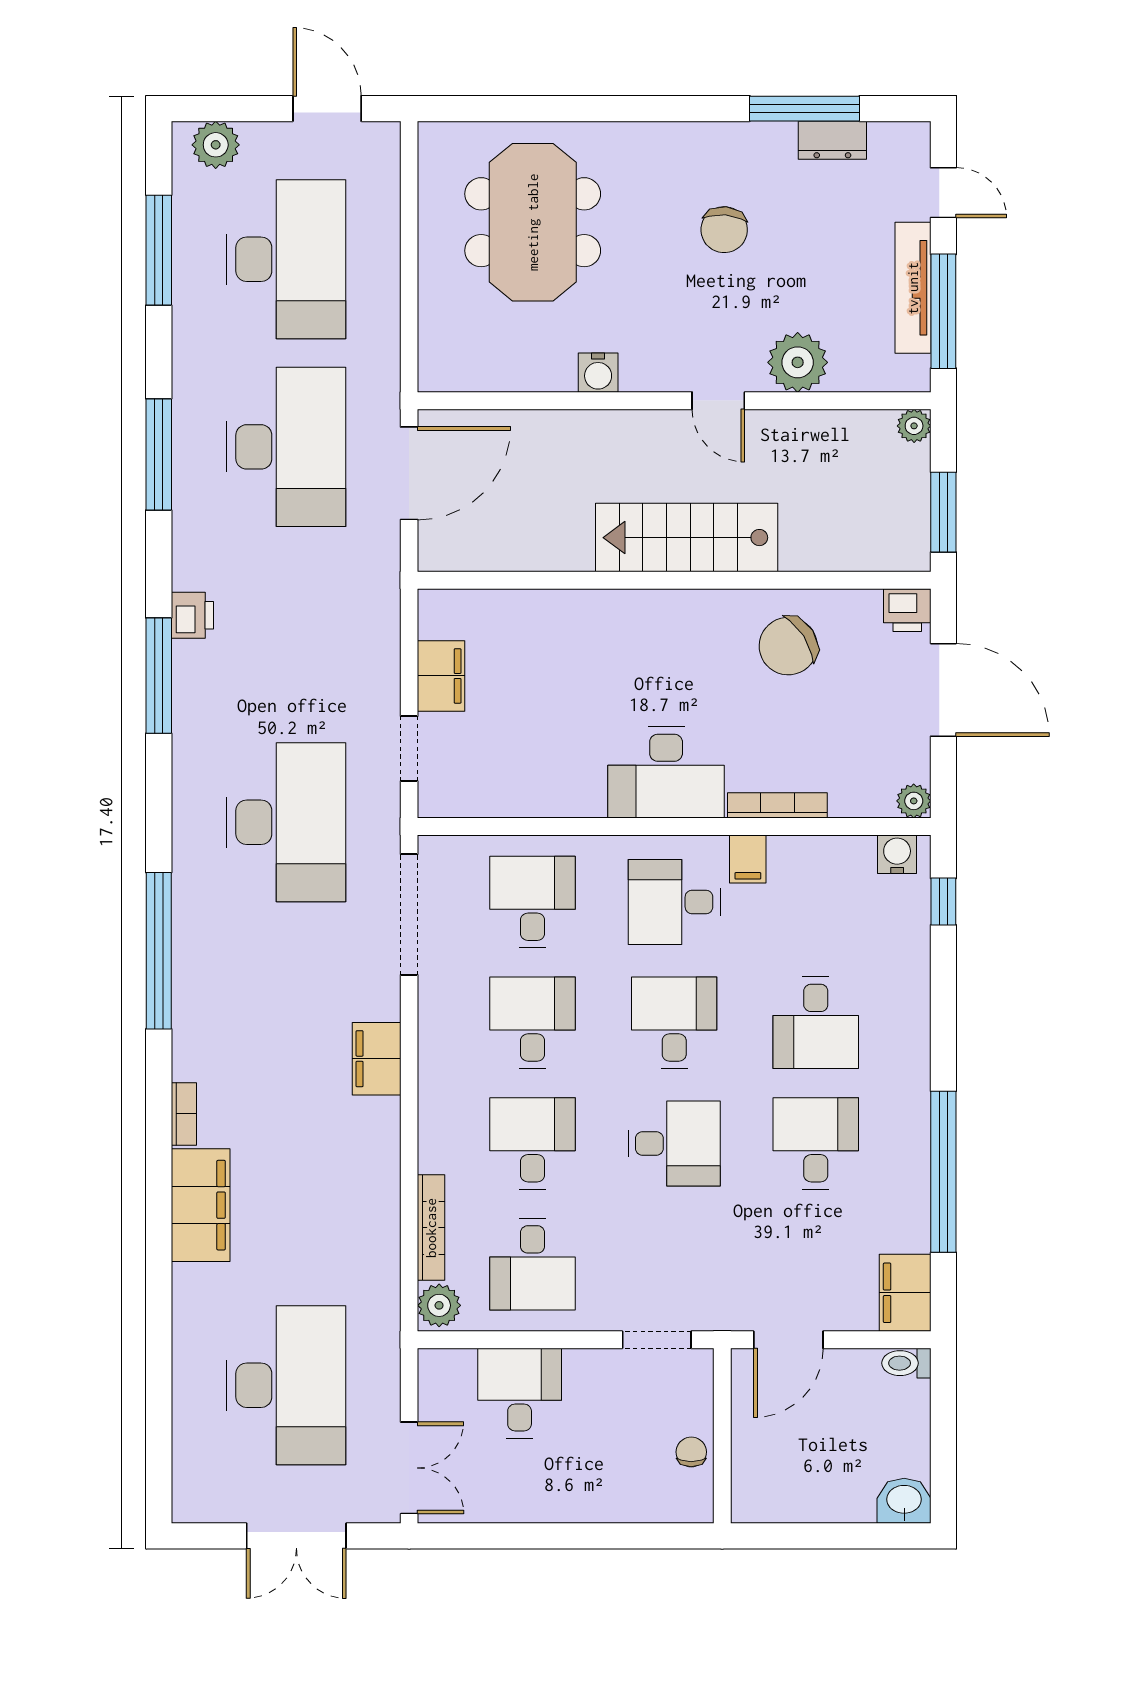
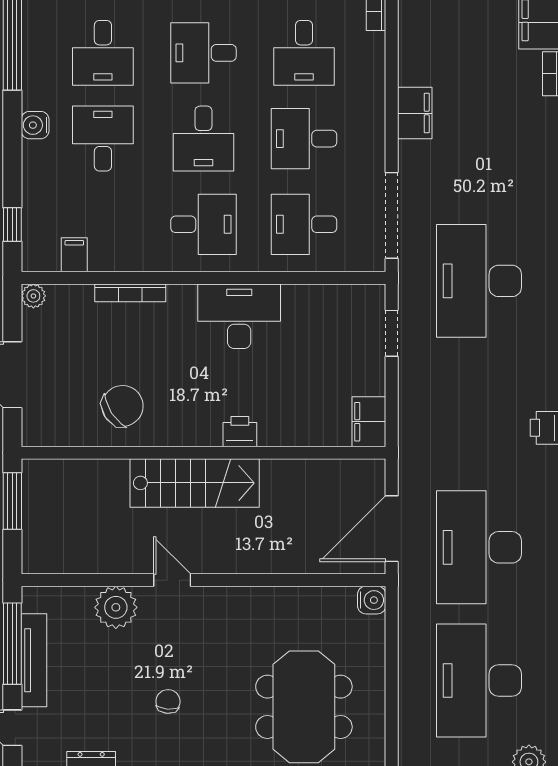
chair: (724, 230) -> (168, 702), width x0.73, depth x0.73
water cooler: (598, 373) -> (372, 600), moved, turned 90
plant: (914, 426) -> (33, 562), removed
printer: (907, 610) -> (240, 432), moved
filing cabinet: (441, 676) -> (369, 422), moved
desk: (666, 772) -> (239, 316), moved
water cooler: (897, 854) -> (35, 125), moved, turned 90
filing cabinet: (748, 859) -> (74, 255), moved
desk: (533, 902) -> (304, 224), turned 90
desk: (533, 1023) -> (304, 139), turned 90

